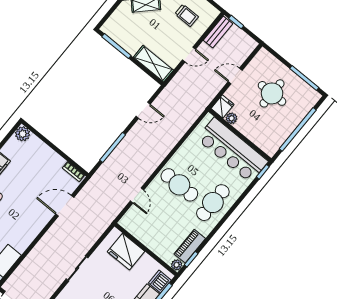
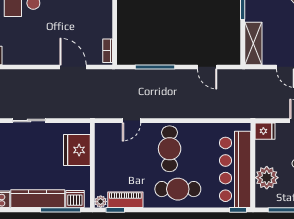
plant: (232, 118) -> (267, 178), moved, width x1.88, depth x1.88

